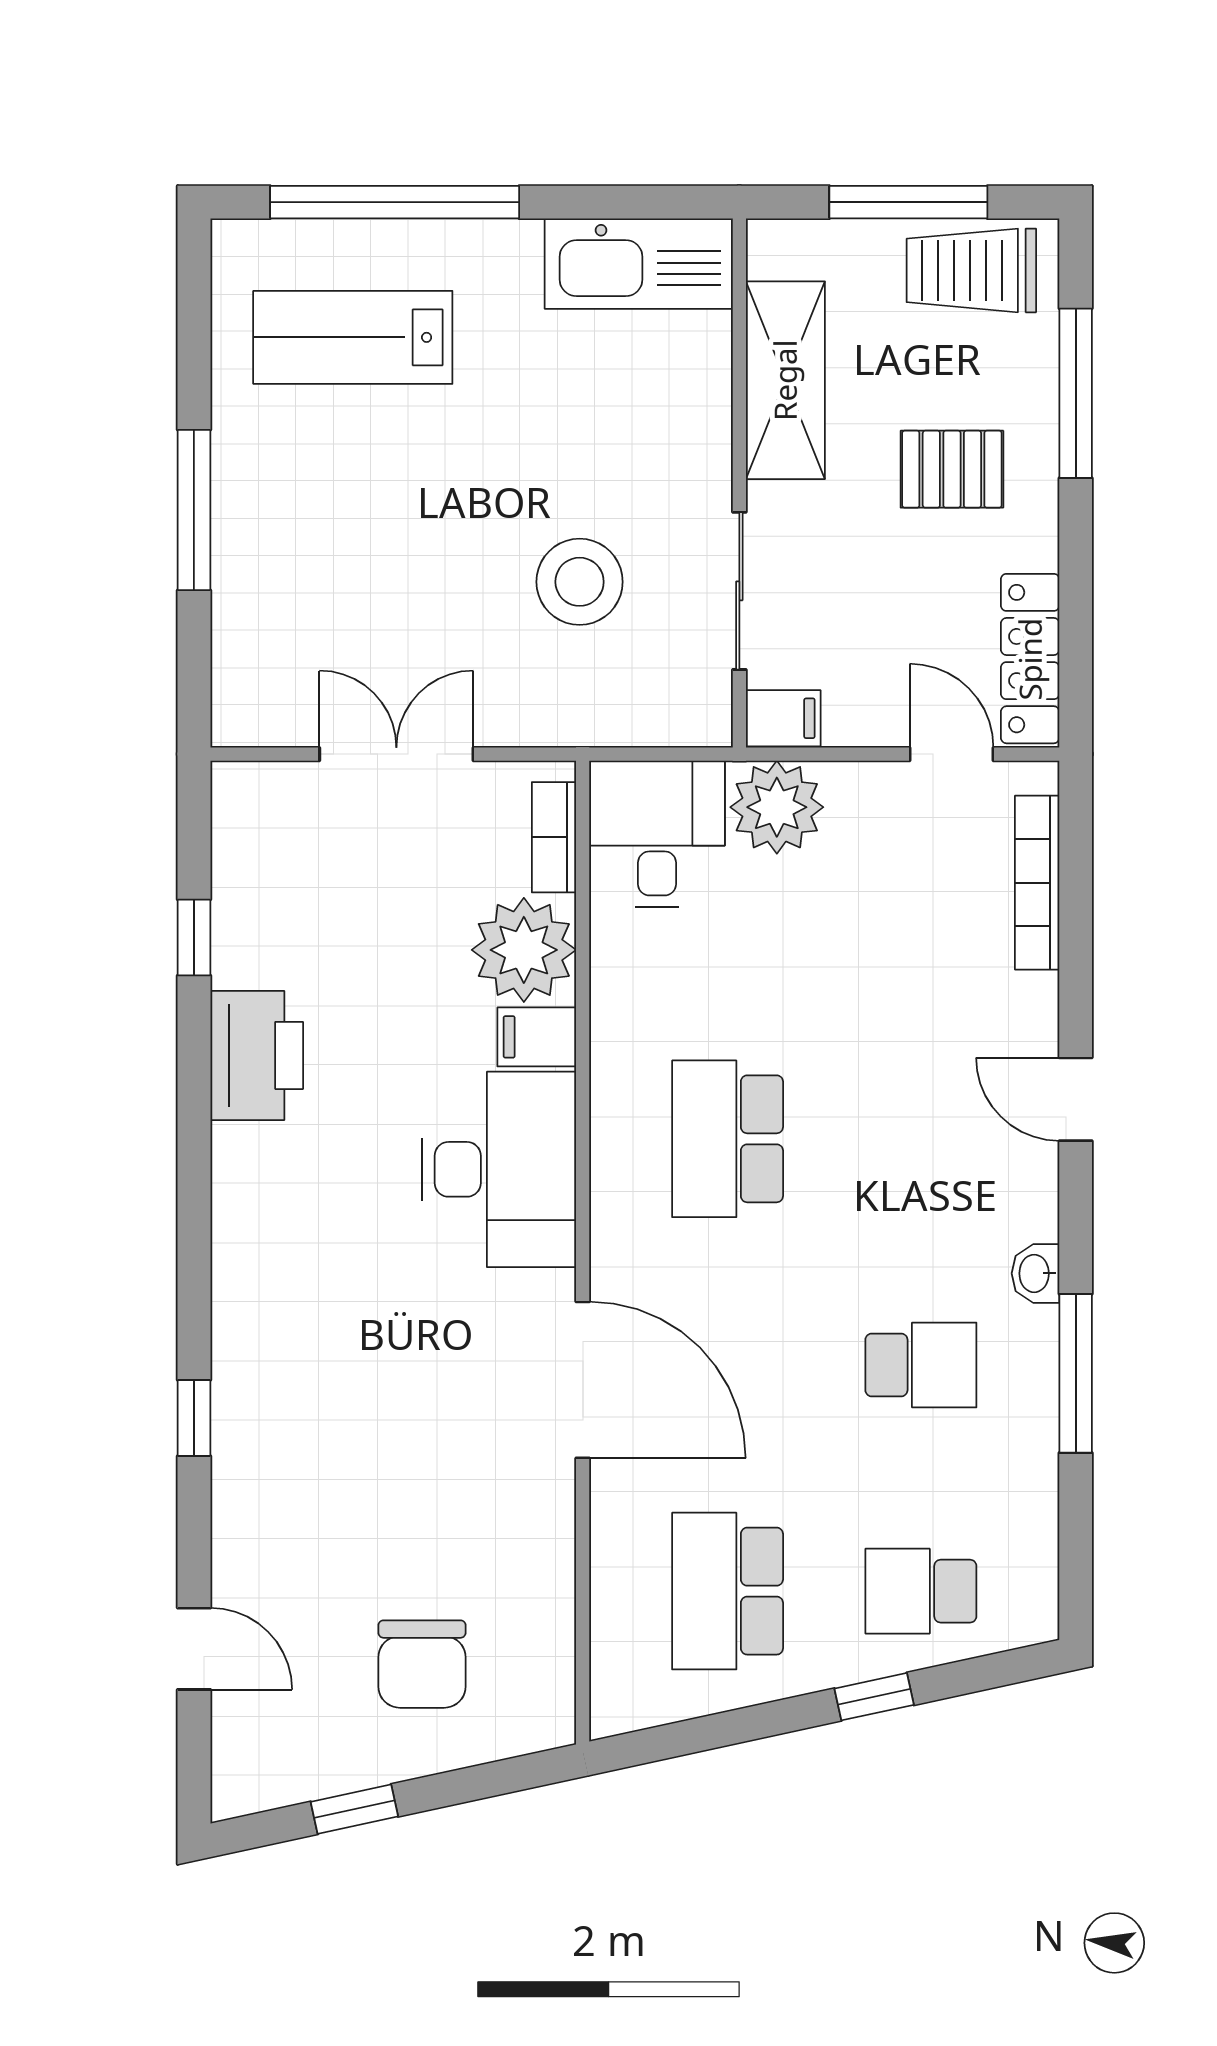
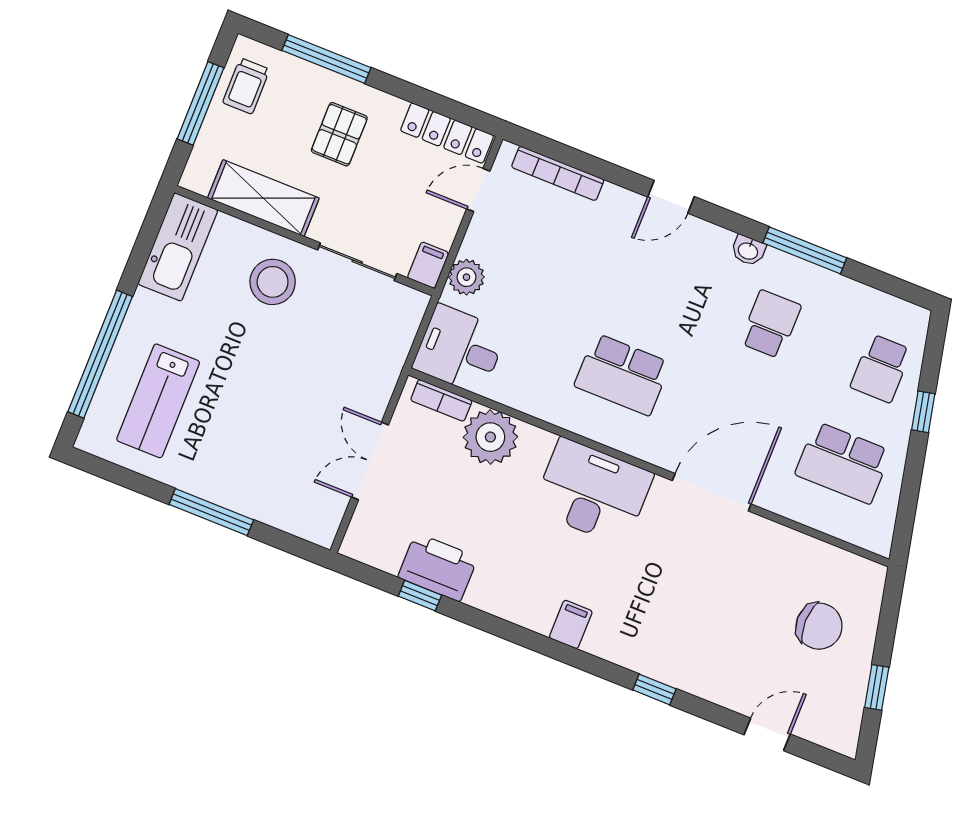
trolley: (971, 270) -> (246, 86), width x0.73, depth x0.72
stool: (580, 582) -> (273, 282), moved
plant: (777, 807) -> (466, 277), width x0.73, depth x0.73
filing cabinet: (537, 1037) -> (571, 624), moved, turned 180
printer: (257, 1055) -> (438, 567), moved

